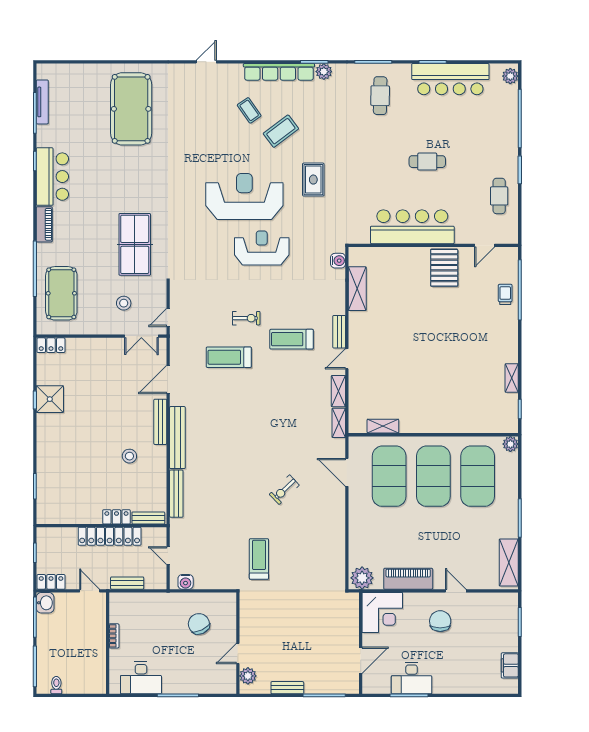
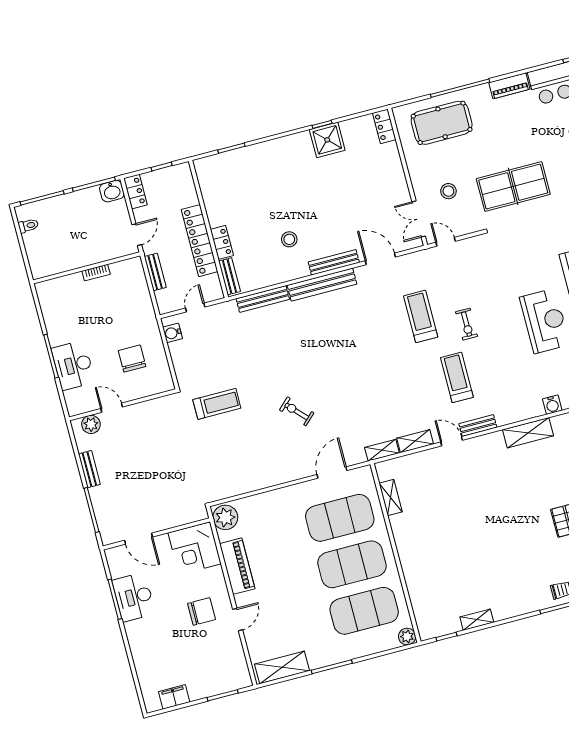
chair: (199, 624) -> (132, 359), turned -64
desk: (141, 678) -> (73, 365), moved

